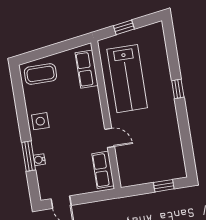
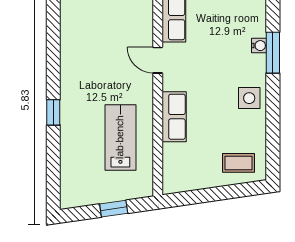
row of seats: (87, 69) -> (174, 117), moved
coffee table: (40, 74) -> (239, 163), width x0.73, depth x0.77
lab bench: (127, 79) -> (120, 137), width x0.73, depth x0.72

